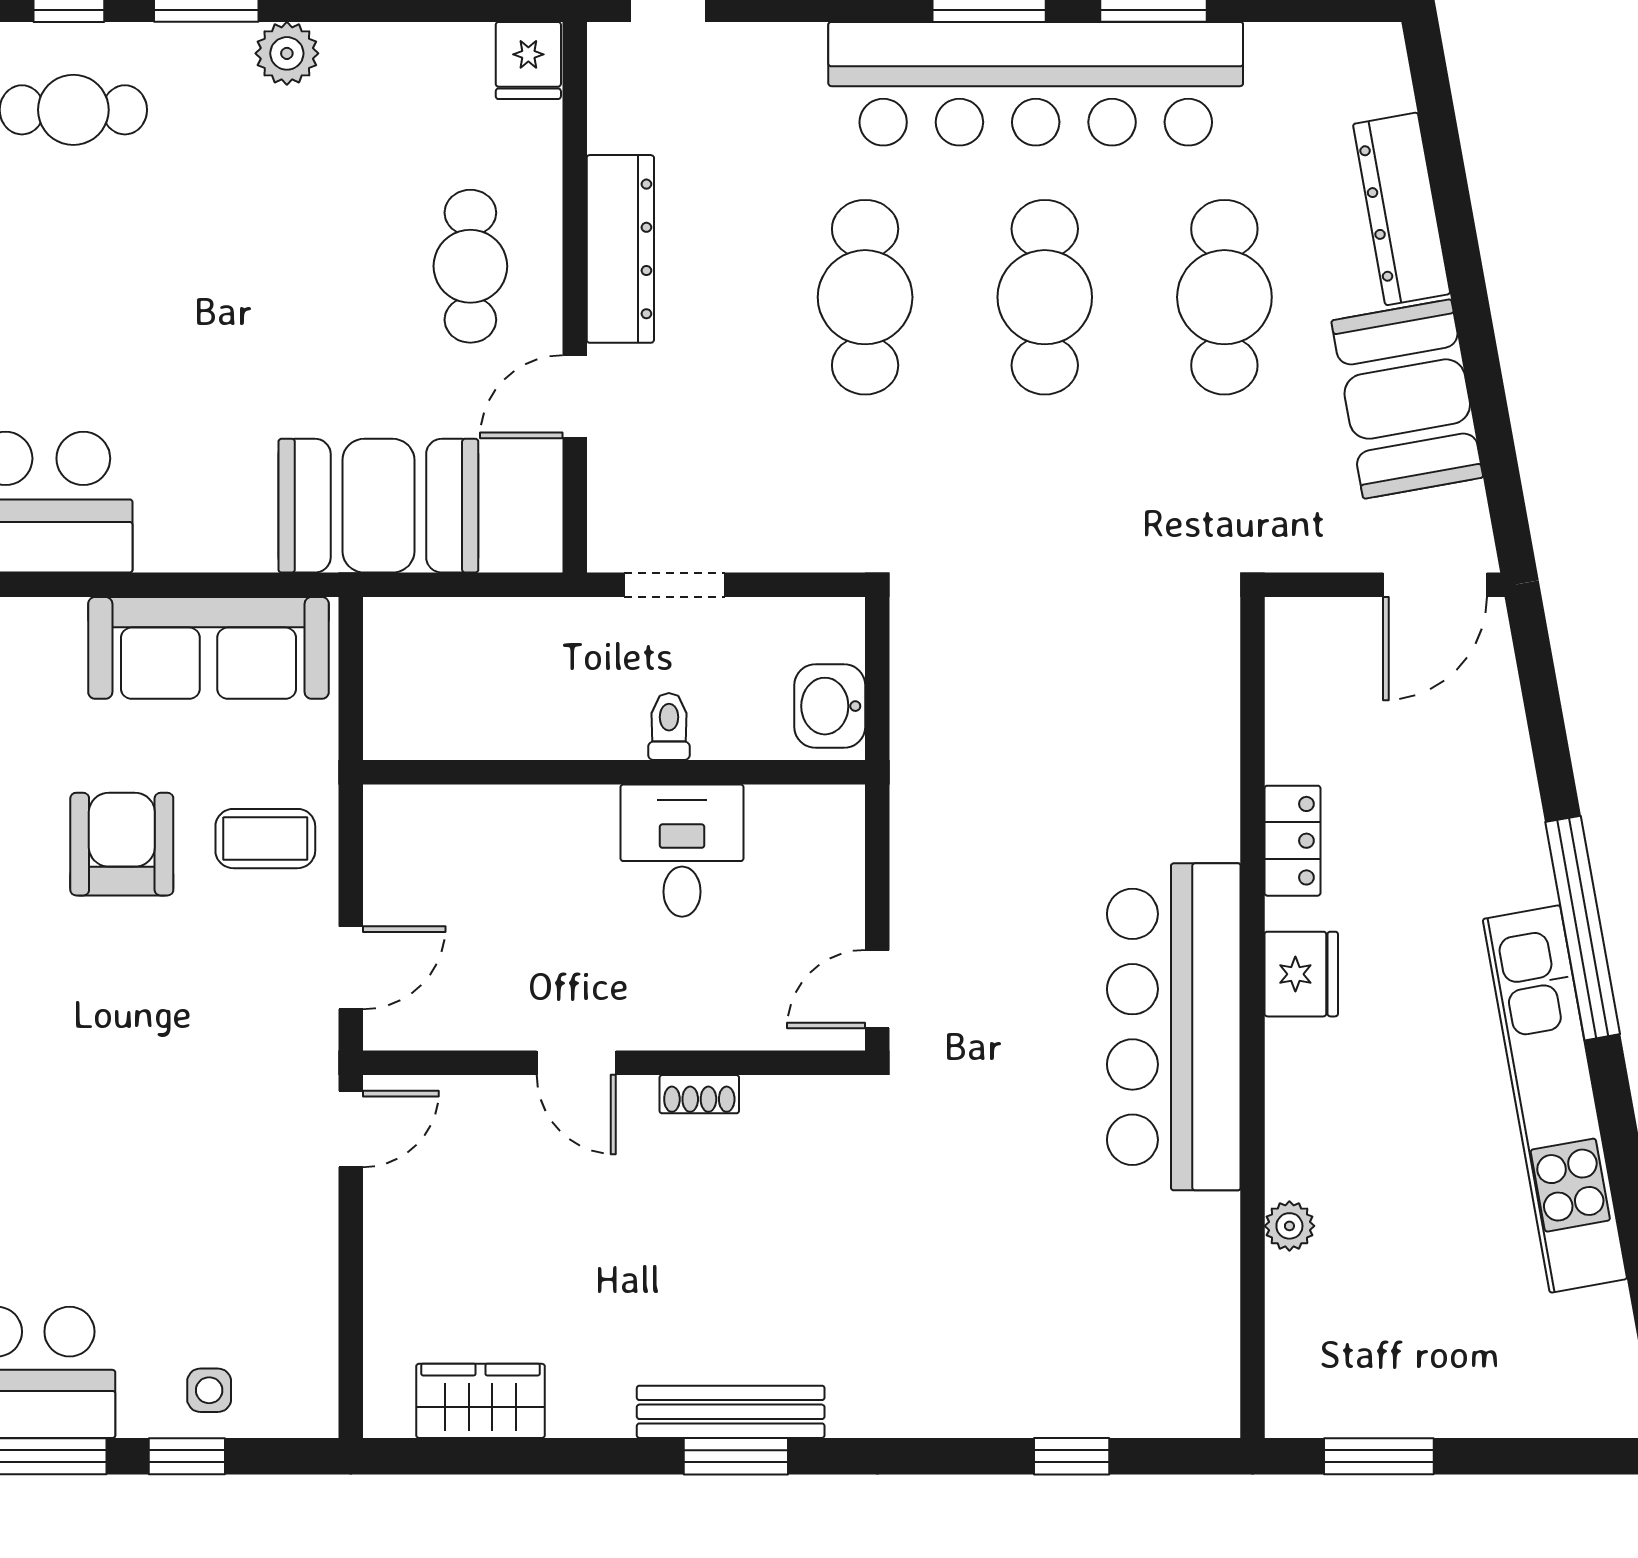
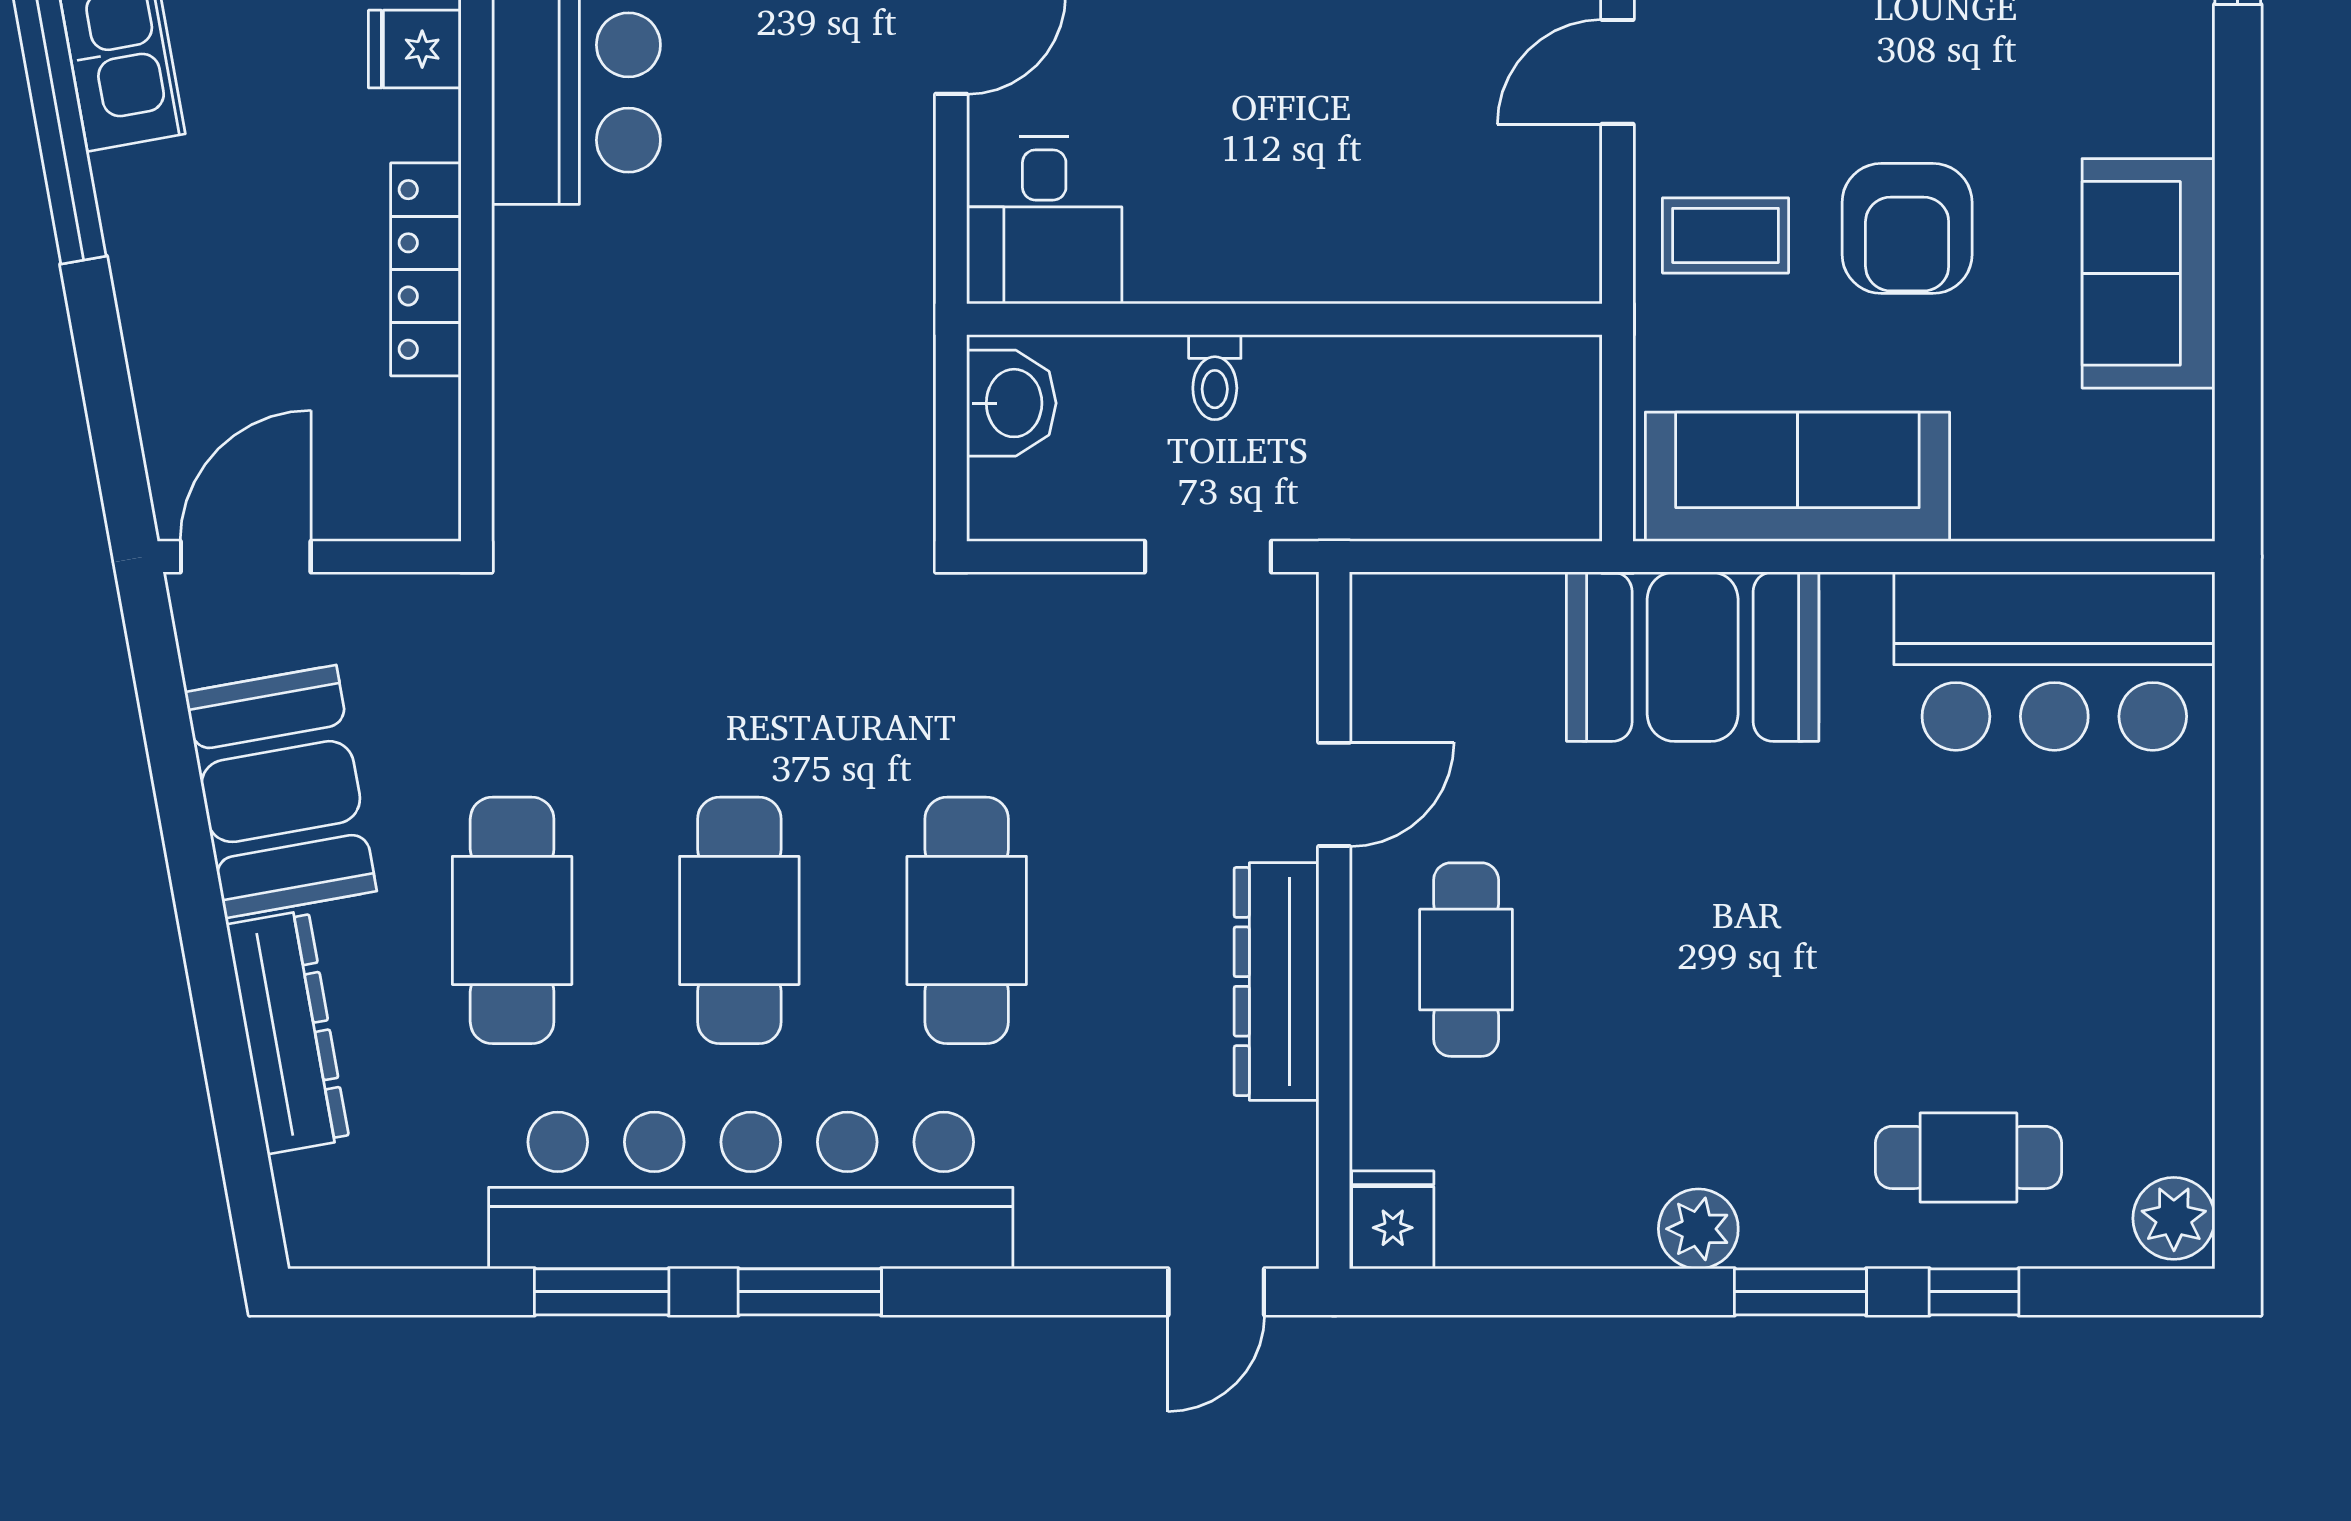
booth: (378, 506) -> (1693, 657), moved
locker: (1292, 841) -> (426, 269), width x1.53
desk: (682, 851) -> (1044, 220), moved
fridge: (1301, 974) -> (415, 49), width x0.72

